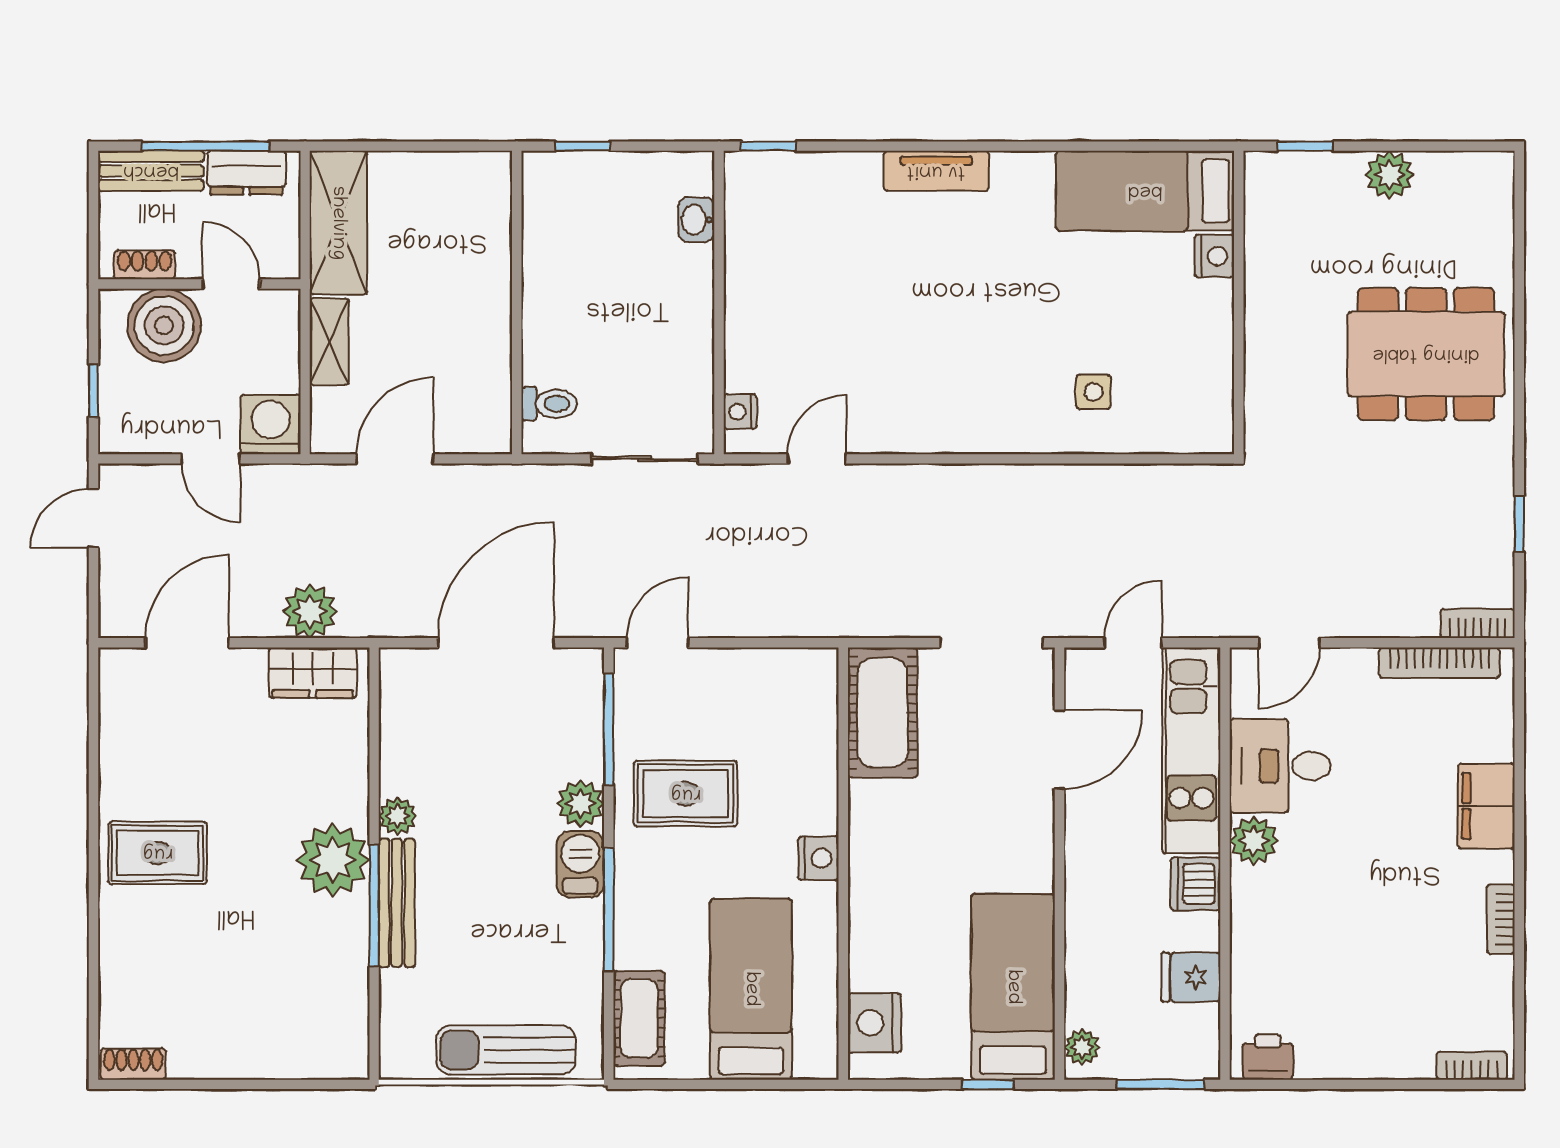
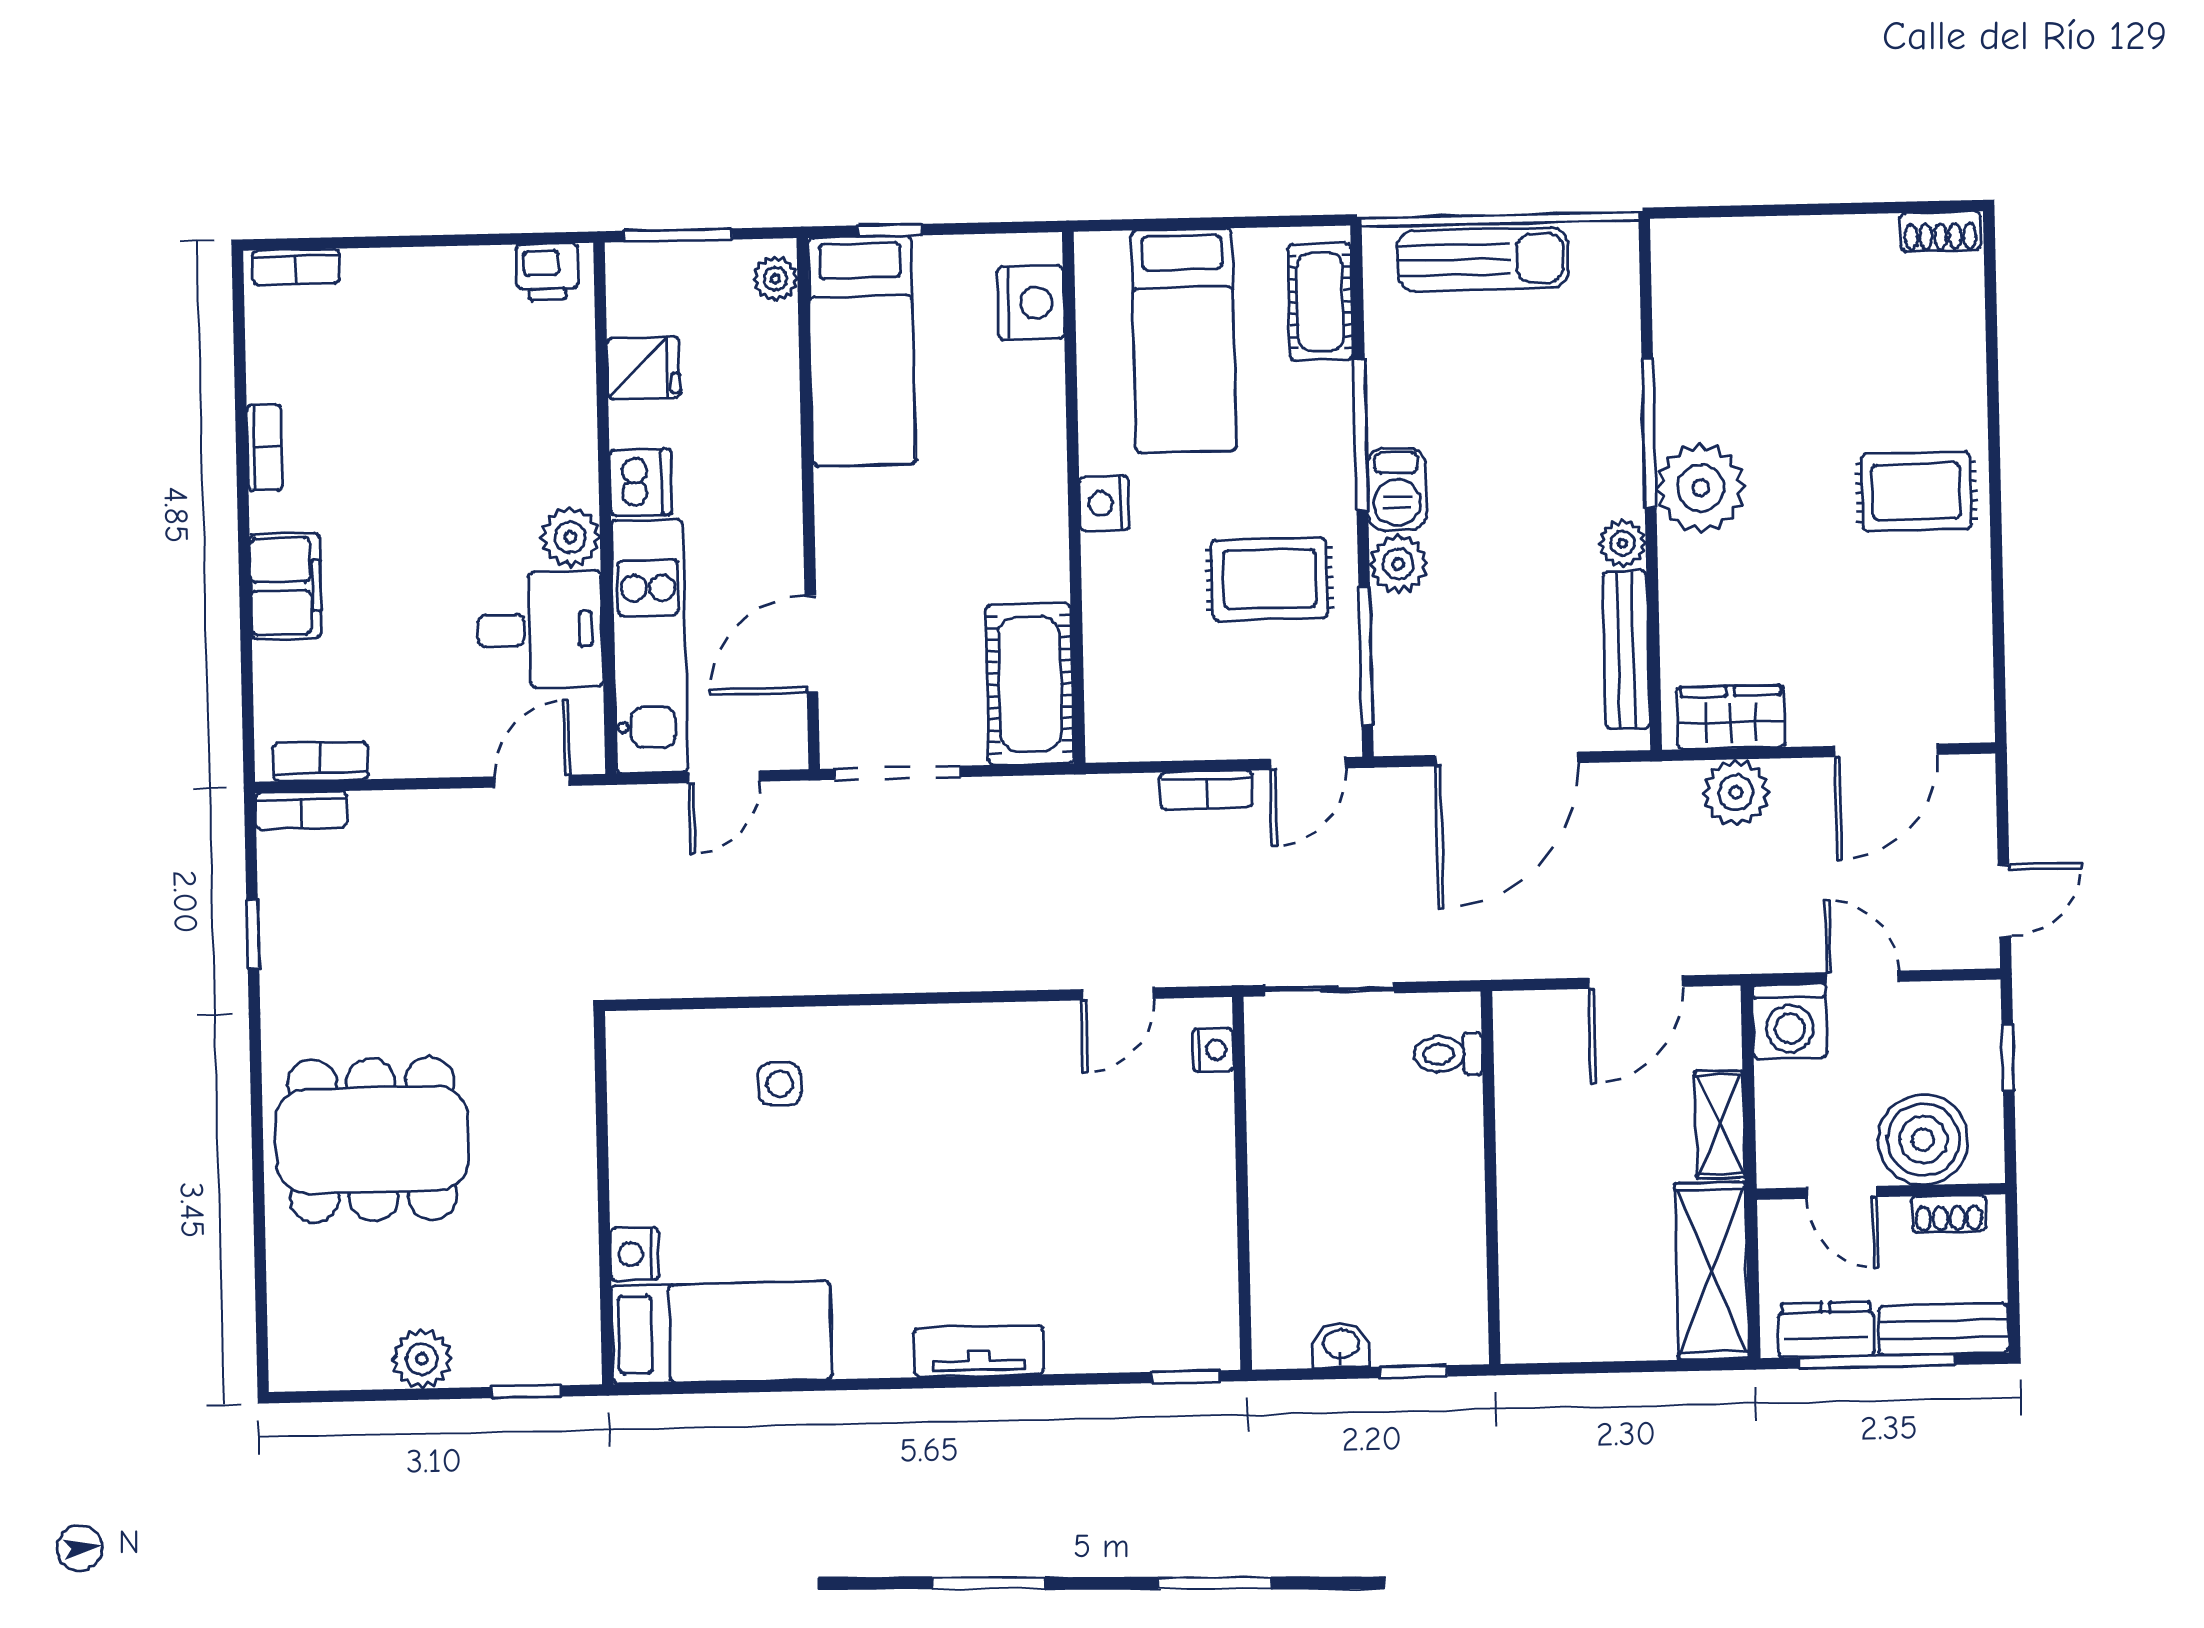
washbasin: (696, 220) -> (1341, 1345), moved, turned -90
bookcase: (741, 623) -> (1206, 790), added
bookcase: (1439, 663) -> (320, 761), width x0.64
bench: (397, 903) -> (1626, 650), moved

